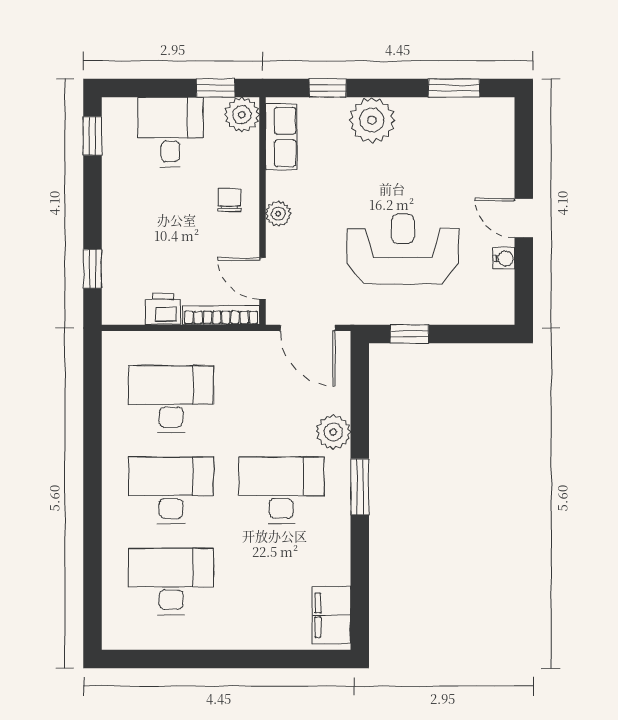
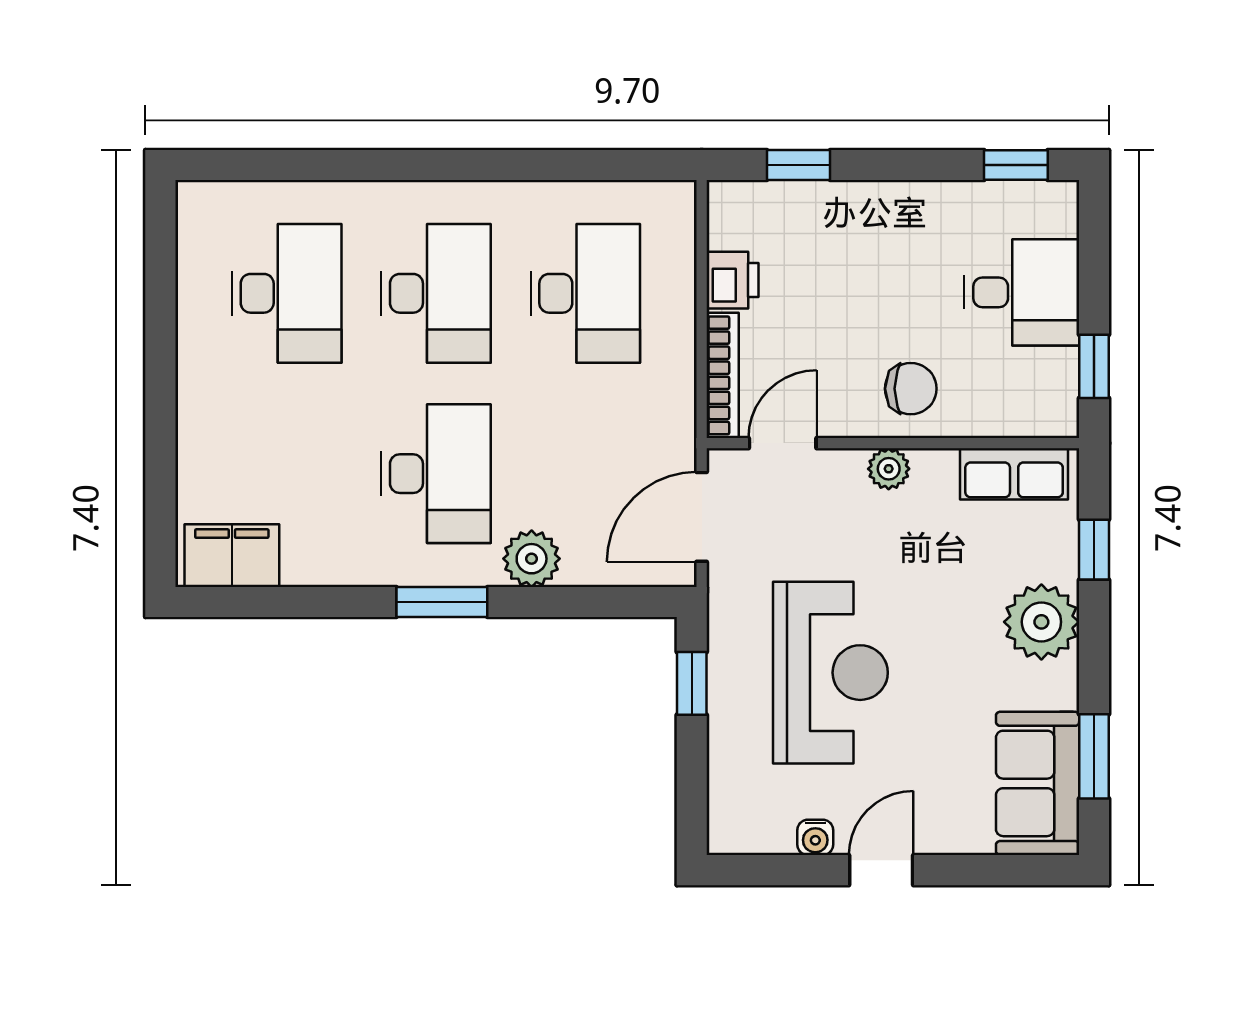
plant: (242, 115) -> (1050, 409), removed
sofa: (471, 123) -> (1038, 783), added
chair: (229, 200) -> (911, 389), width x1.37, depth x1.37

